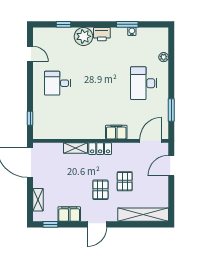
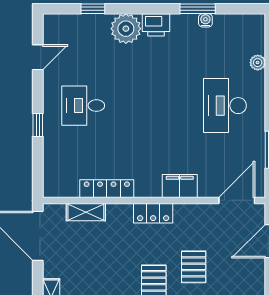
door: (30, 54) -> (38, 57), hinge flipped
window: (30, 118) -> (38, 125), moved
locker: (72, 134) -> (107, 189), added
shelving: (75, 148) -> (86, 212), moved

